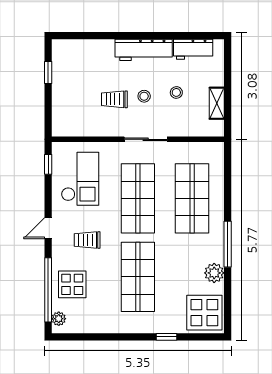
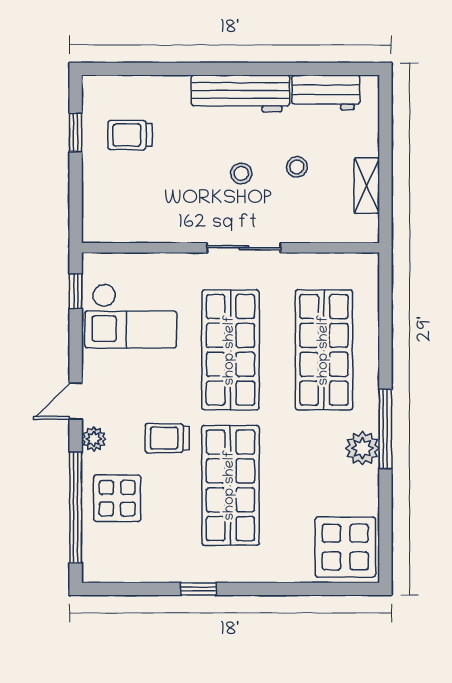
trolley: (114, 99) -> (130, 135), moved
checkout: (80, 179) -> (131, 316), turned 90
trolley: (87, 240) -> (167, 438), moved
plant: (214, 273) -> (362, 448), moved
plant: (59, 319) -> (94, 439), moved
window: (166, 337) -> (198, 589), moved

